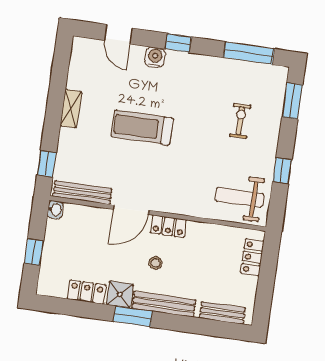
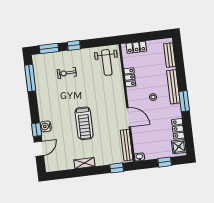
window: (178, 43) -> (37, 130), moved
window: (282, 171) -> (74, 45), moved
locker: (168, 226) -> (130, 77), moved
shower: (120, 294) -> (179, 147), moved

